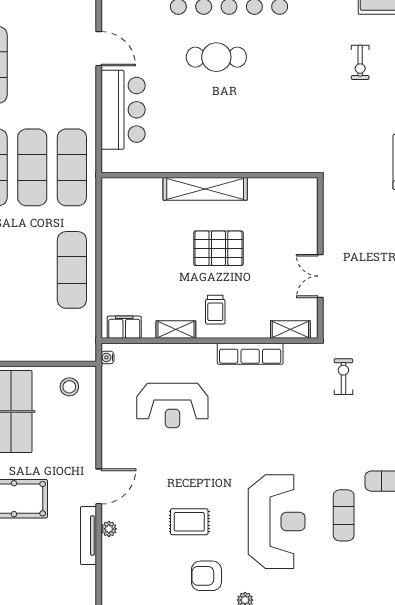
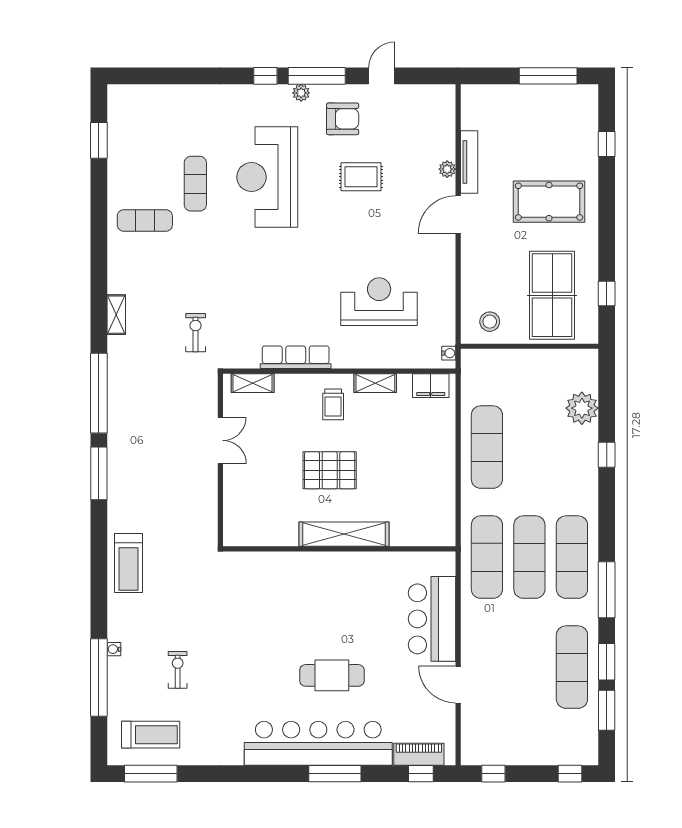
trolley: (215, 310) -> (333, 404), turned 180
exercise bike: (343, 377) -> (196, 333), turned 180

